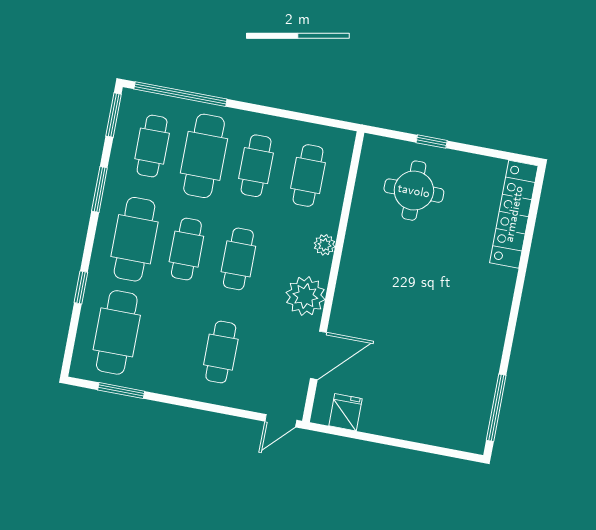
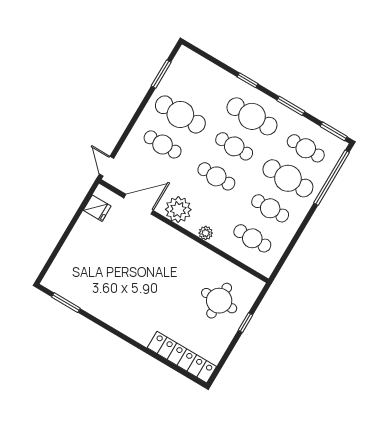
window: (81, 287) -> (248, 80), moved
cafe table: (117, 332) -> (180, 114), moved
door: (318, 355) -> (139, 204), swing flipped
window: (496, 408) -> (66, 303), width x0.69

